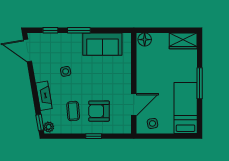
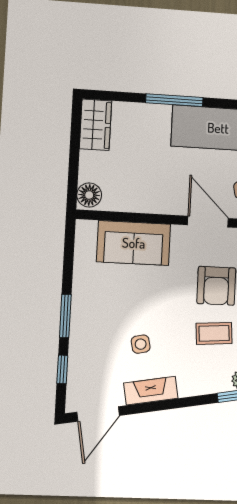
sofa: (102, 44) -> (134, 243), moved, turned 90
fireplace: (44, 96) -> (151, 391), moved

